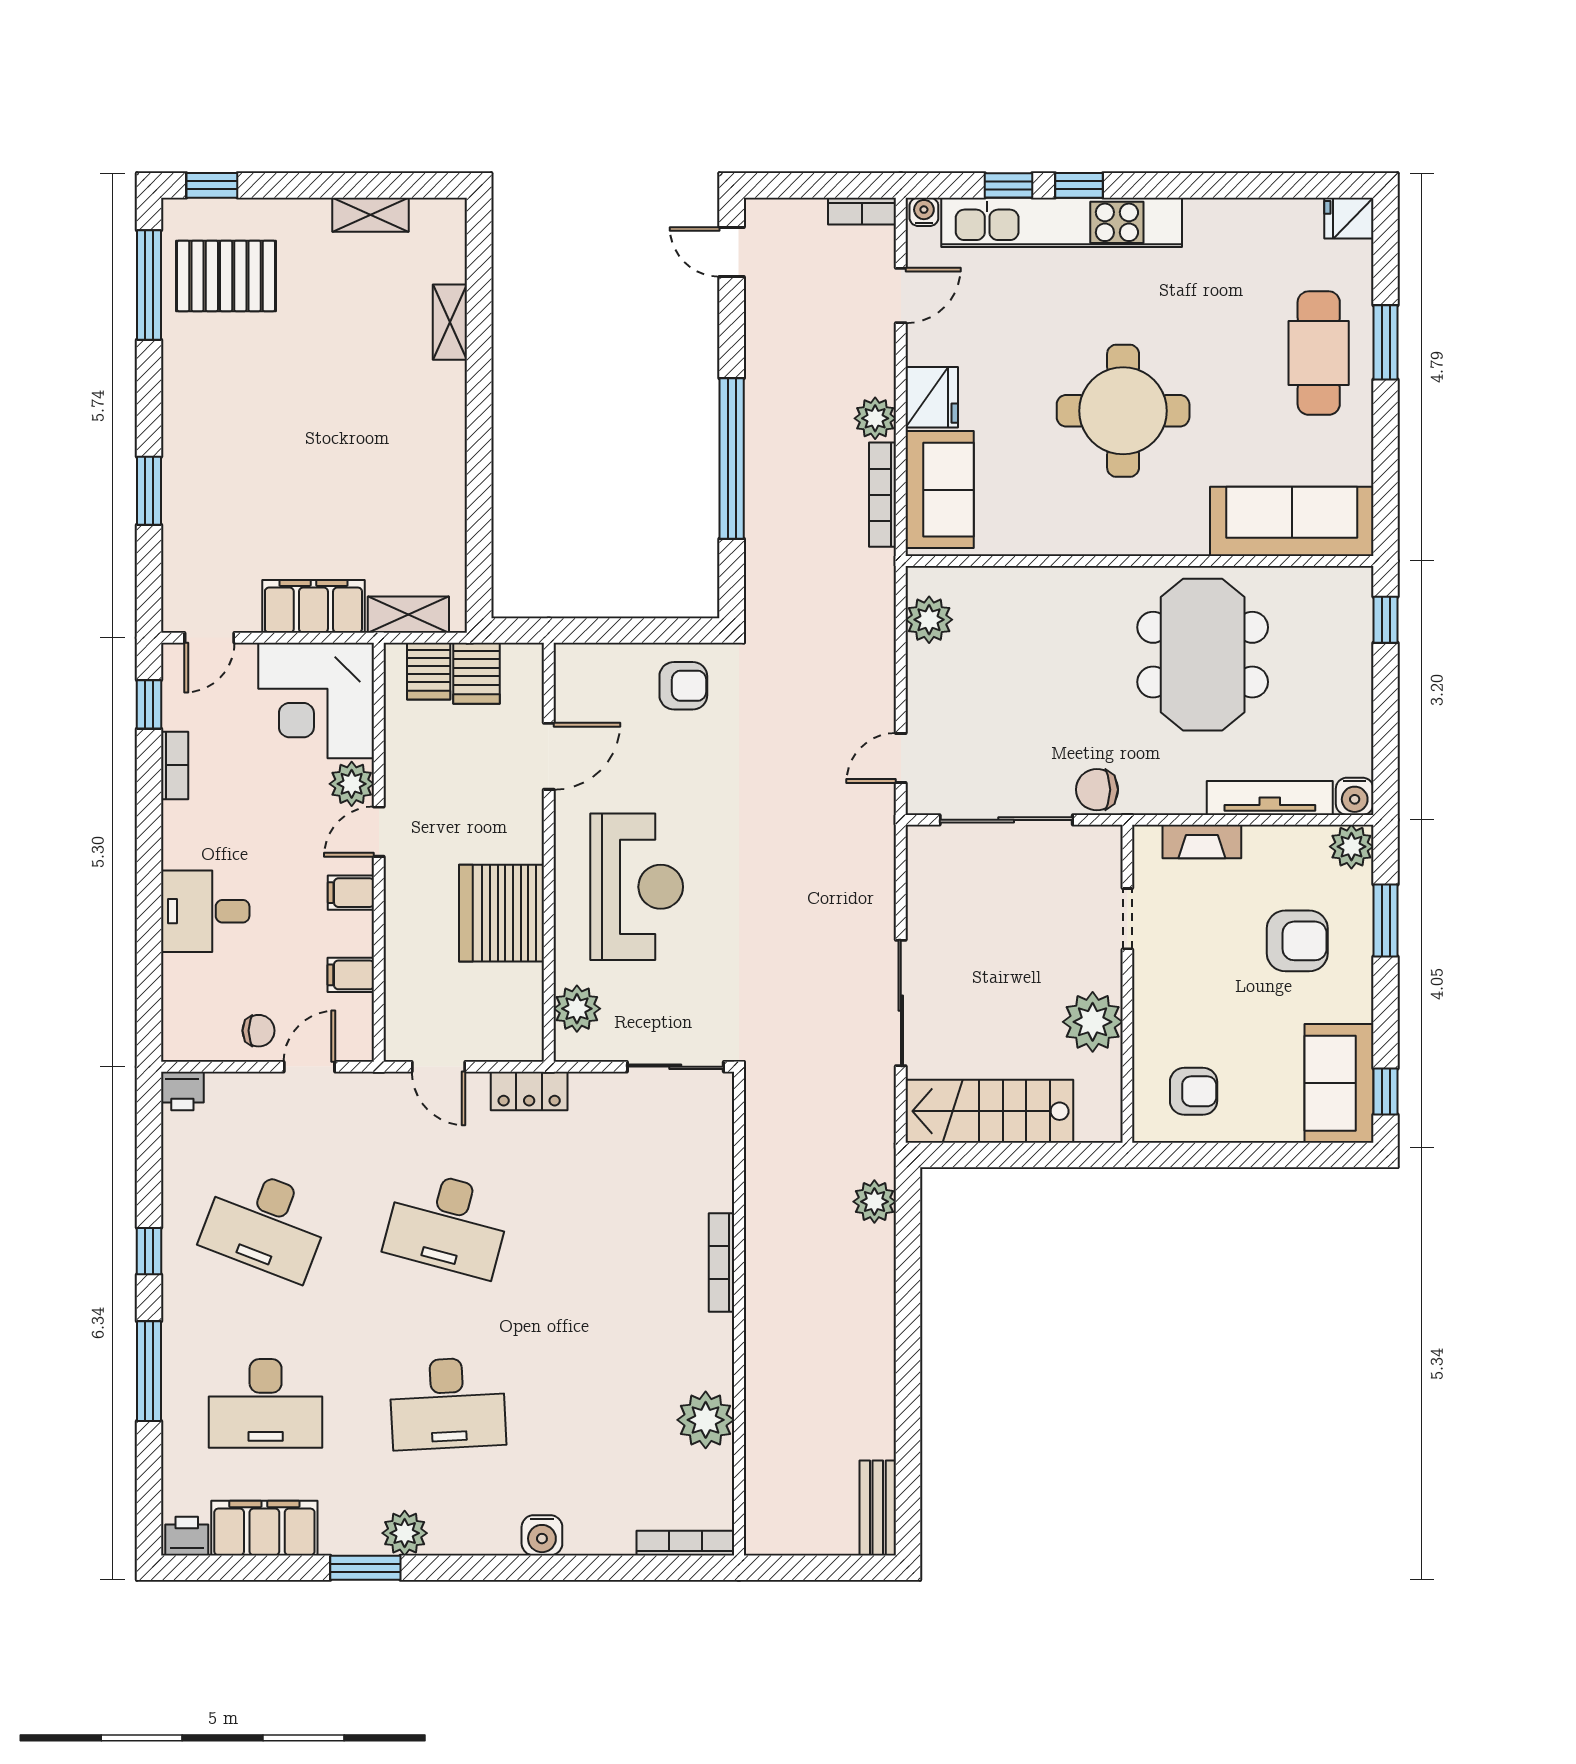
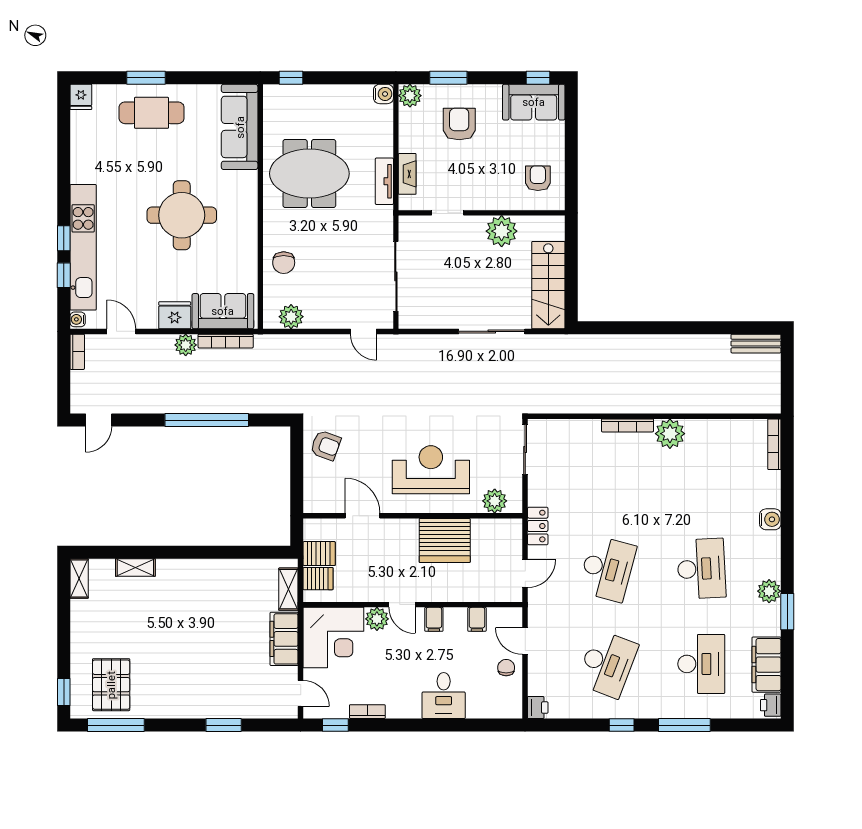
shelving: (371, 215) -> (79, 578), moved
armchair: (683, 686) -> (326, 445), turned 110
chair: (1097, 790) -> (284, 263), moved
tv unit: (1270, 798) -> (384, 181), moved, width x0.71
plant: (874, 1202) -> (596, 345), removed
plant: (706, 1420) -> (670, 434), moved

